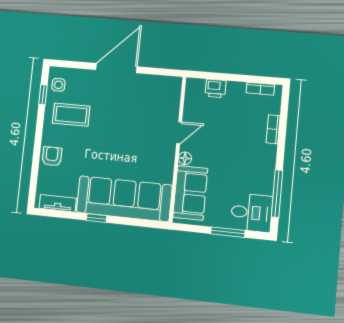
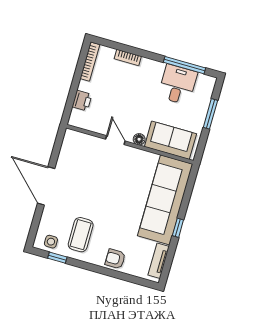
bookcase: (260, 89) -> (90, 62), width x1.56
desk: (252, 213) -> (178, 85), moved

